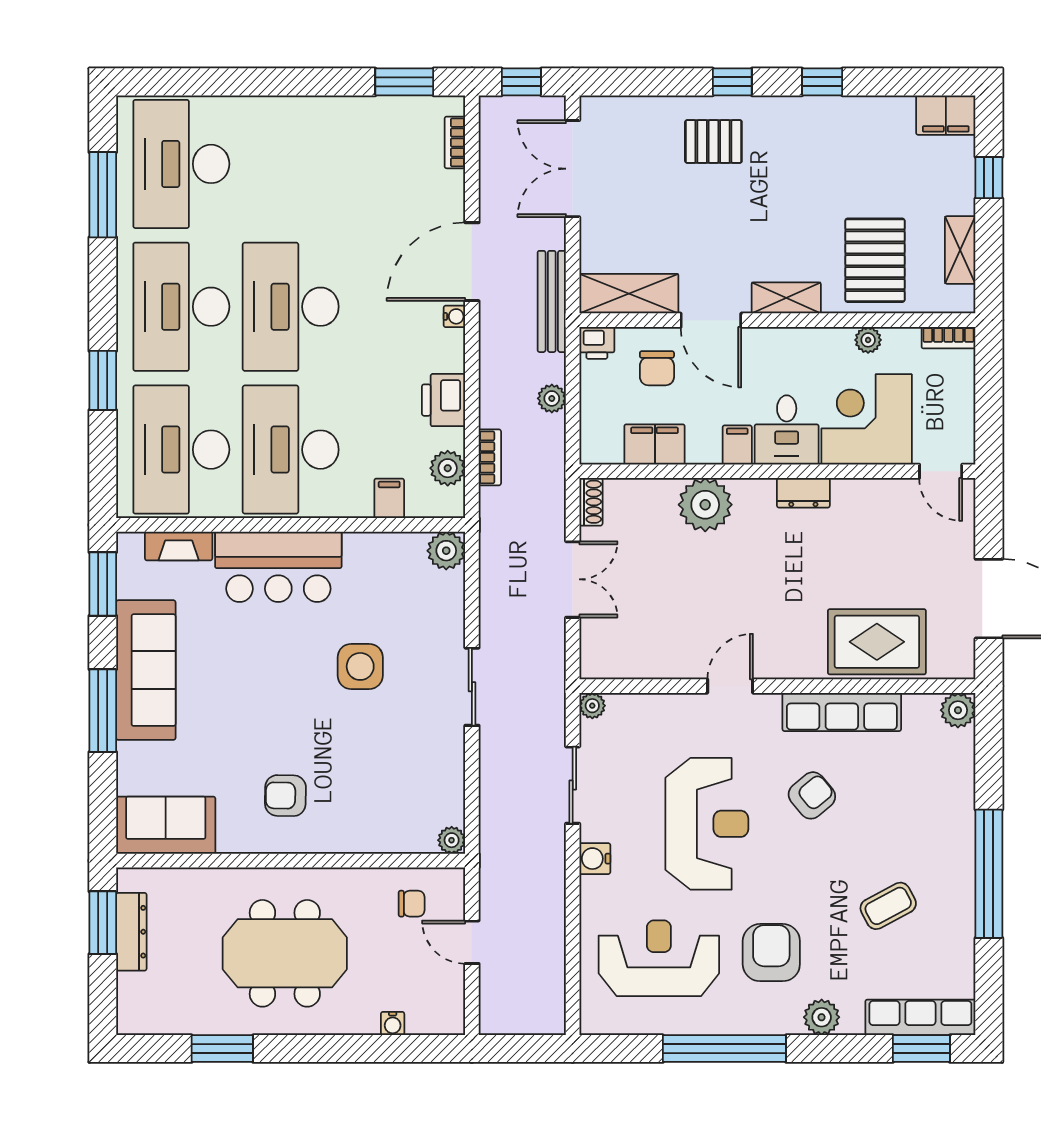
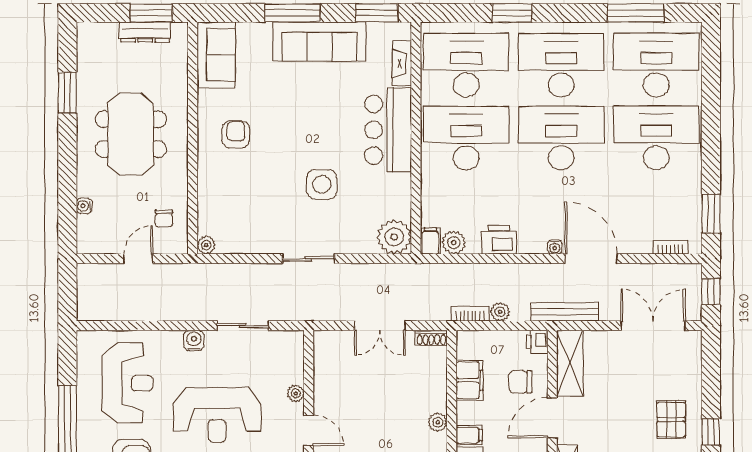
desk: (291, 164) -> (656, 138), added
bookcase: (490, 457) -> (470, 314), moved, turned 180
filing cabinet: (389, 498) -> (430, 241), moved, turned -90
plant: (705, 505) -> (438, 422), width x0.53, depth x0.53
plant: (446, 551) -> (394, 237), width x1.36, depth x1.36
plant: (592, 706) -> (296, 393), moved

